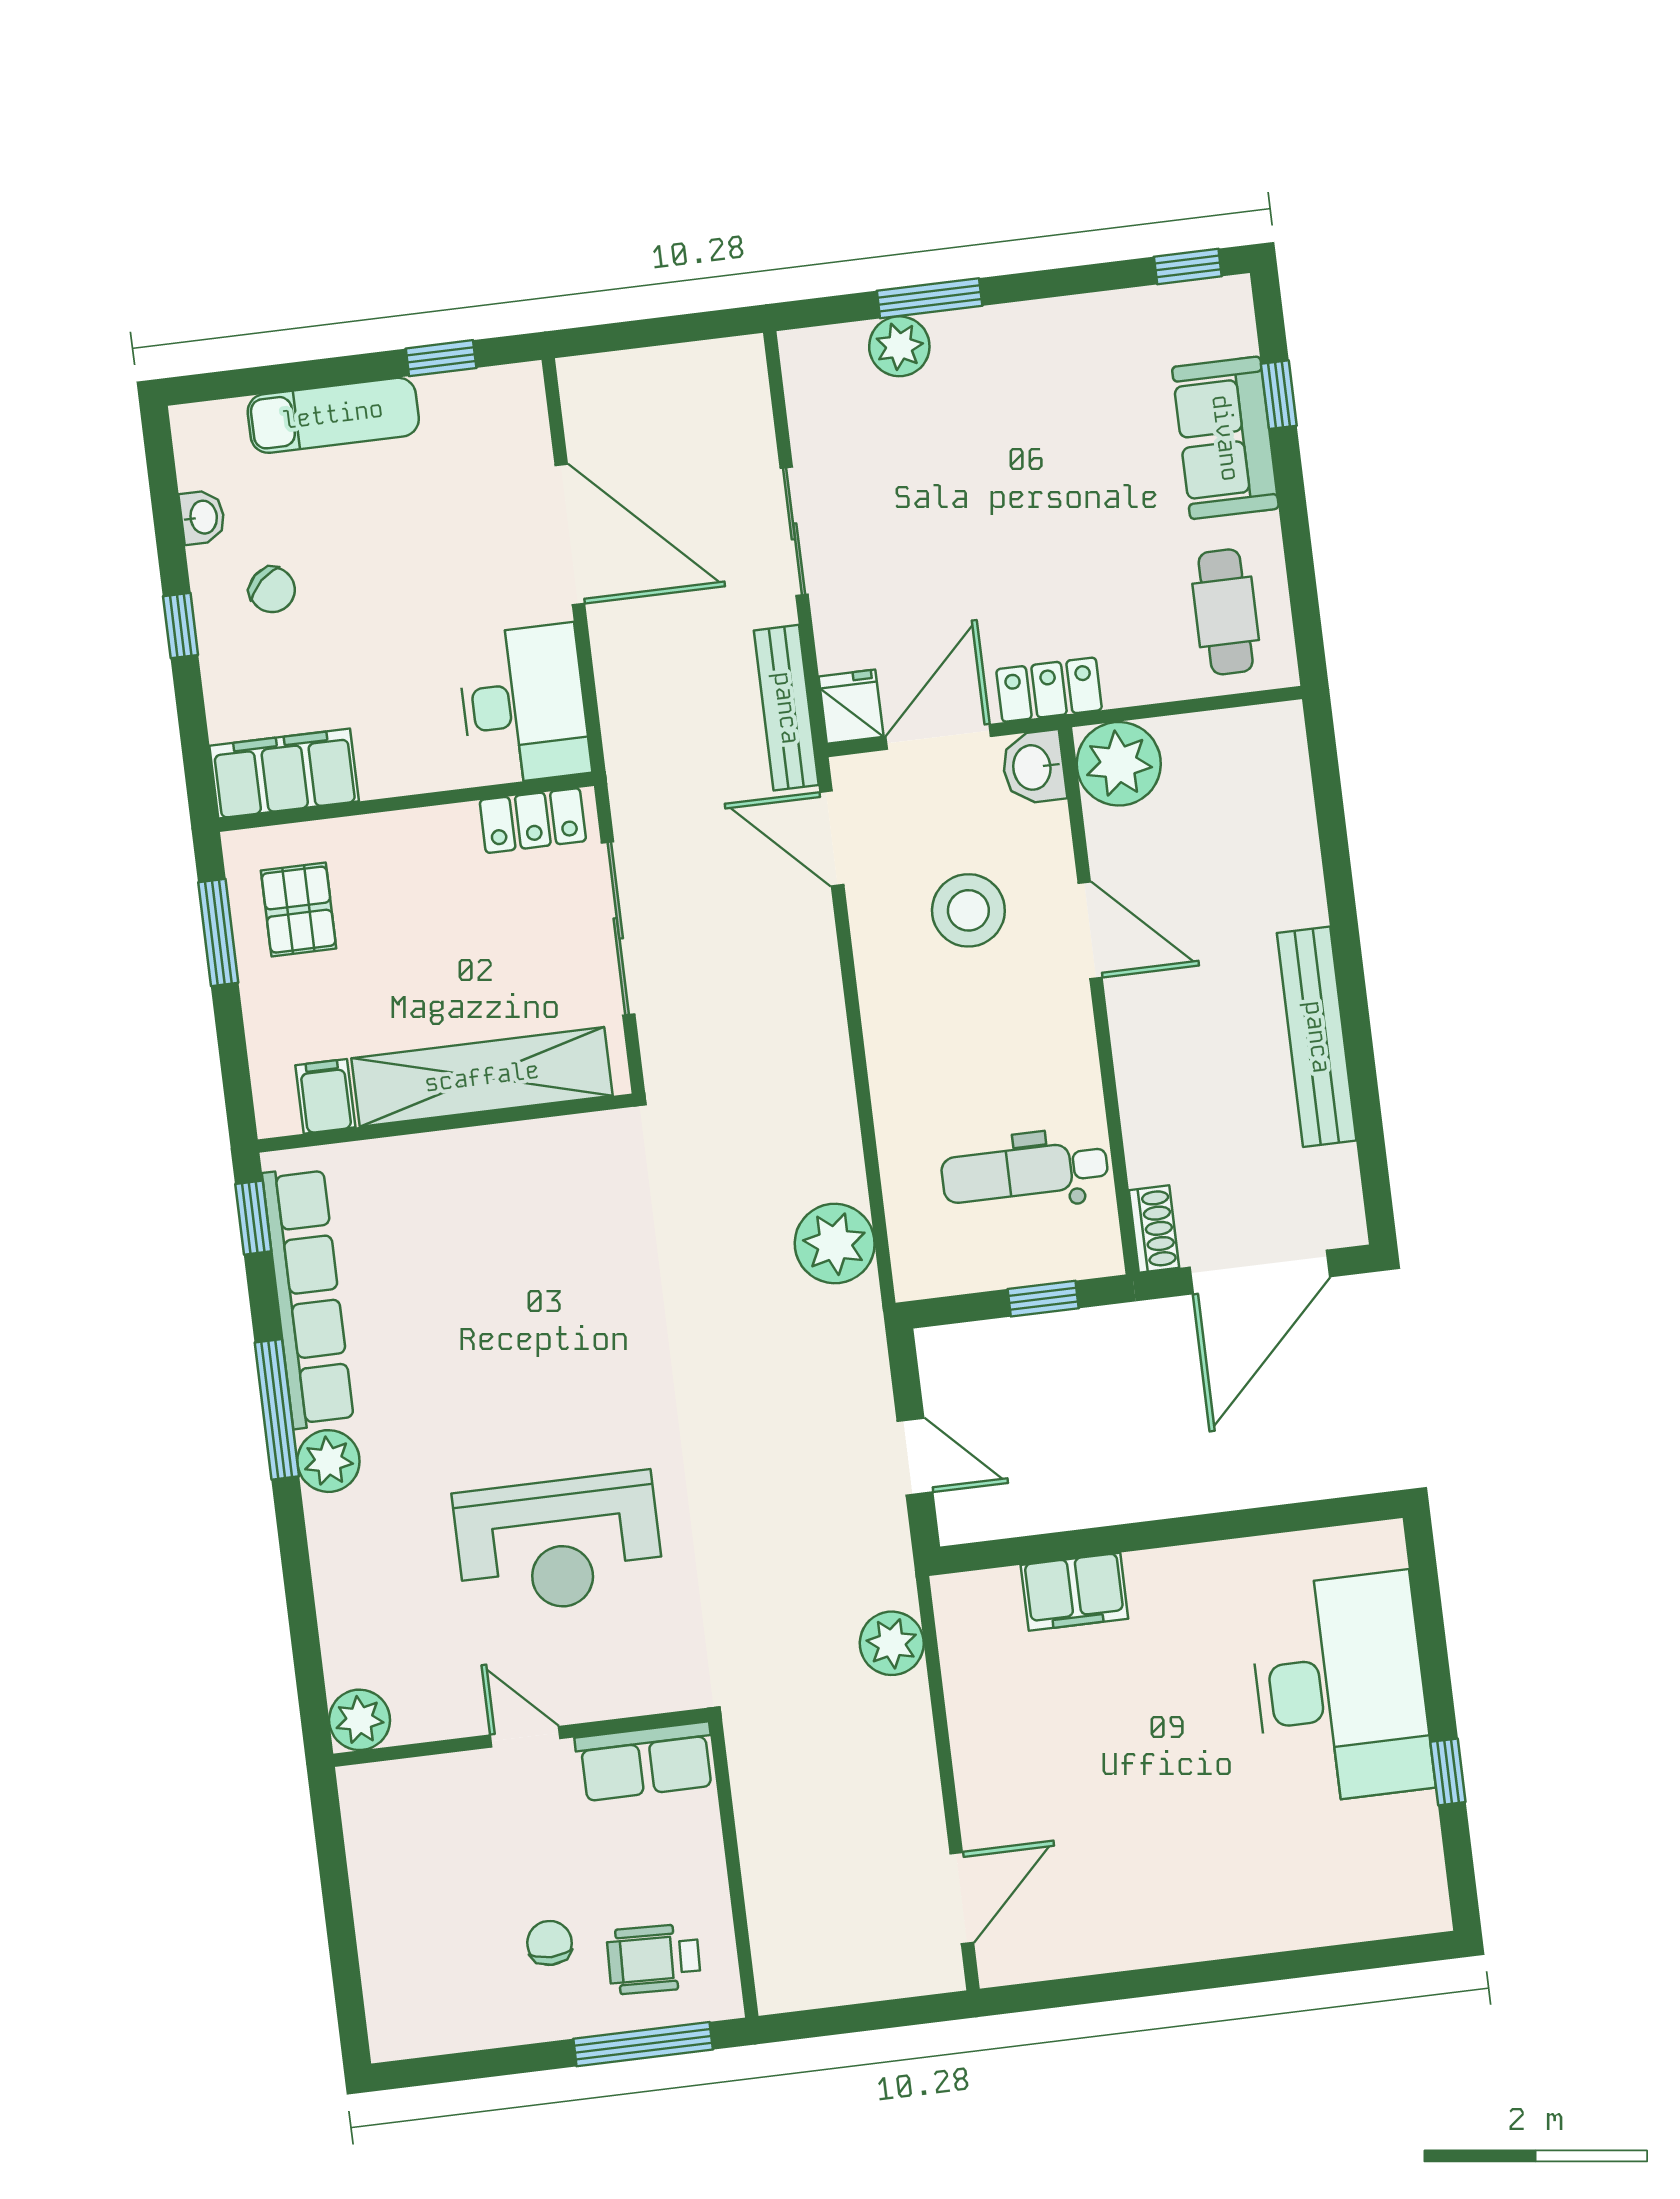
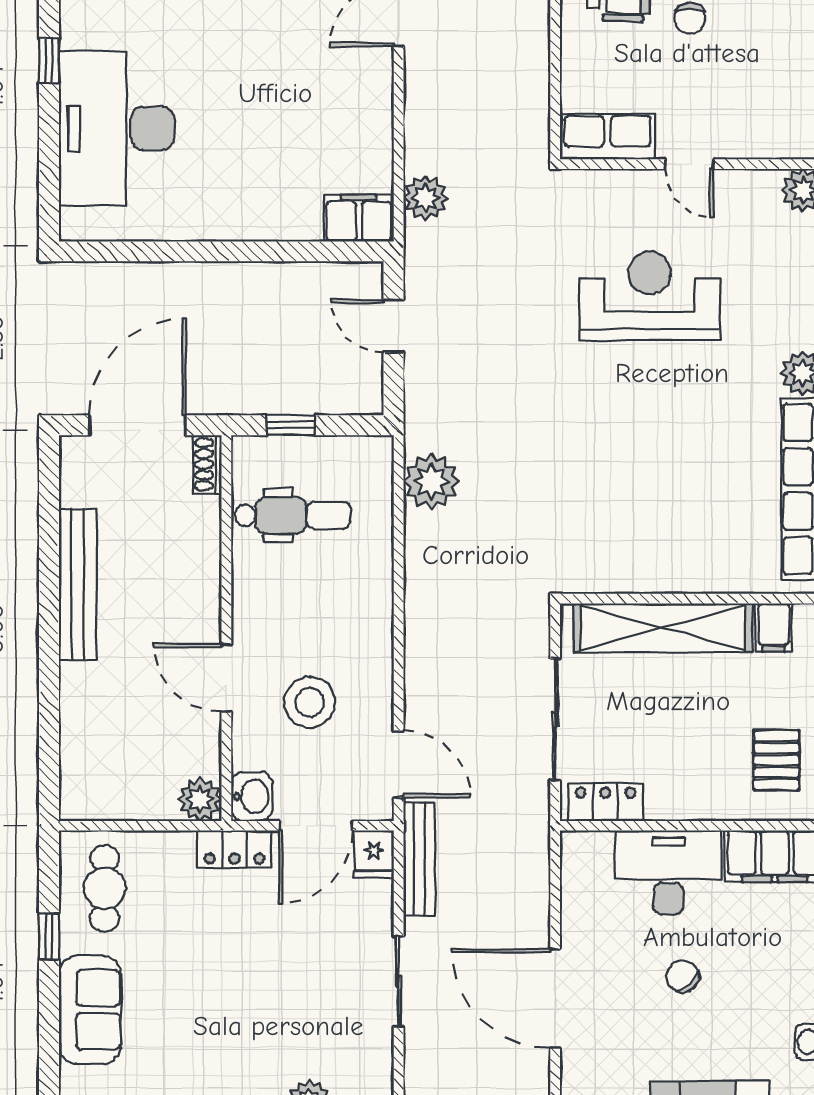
window: (1279, 395) -> (49, 936), moved
chair: (272, 590) -> (683, 976), moved
desk: (524, 704) -> (668, 872), moved, turned 90
plant: (1119, 764) -> (200, 799), width x0.73, depth x0.73
filing cabinet: (1074, 1592) -> (359, 218), moved

